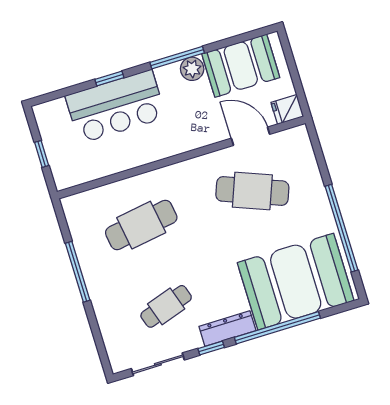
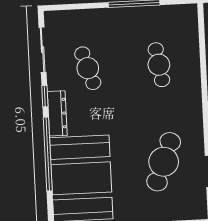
cafe table: (141, 225) -> (159, 65), width x0.73, depth x0.74

